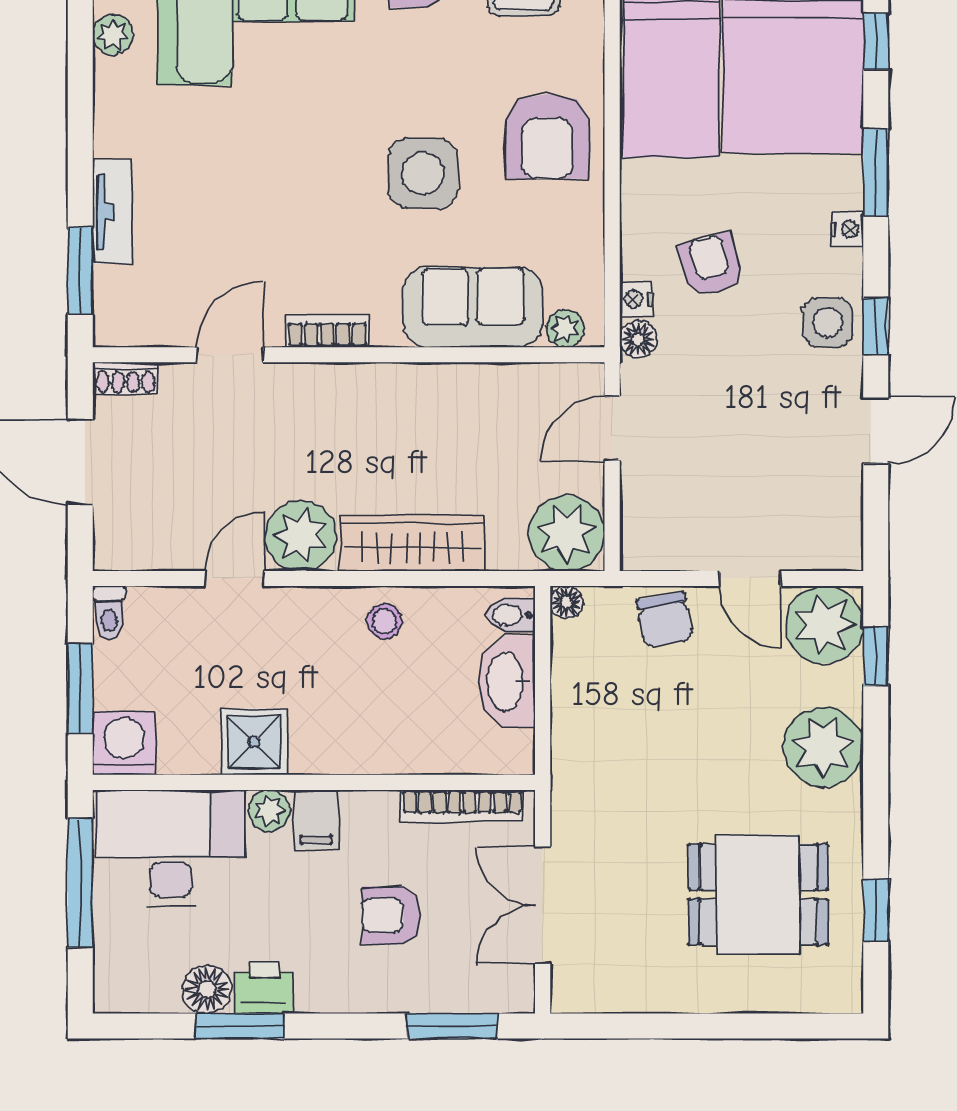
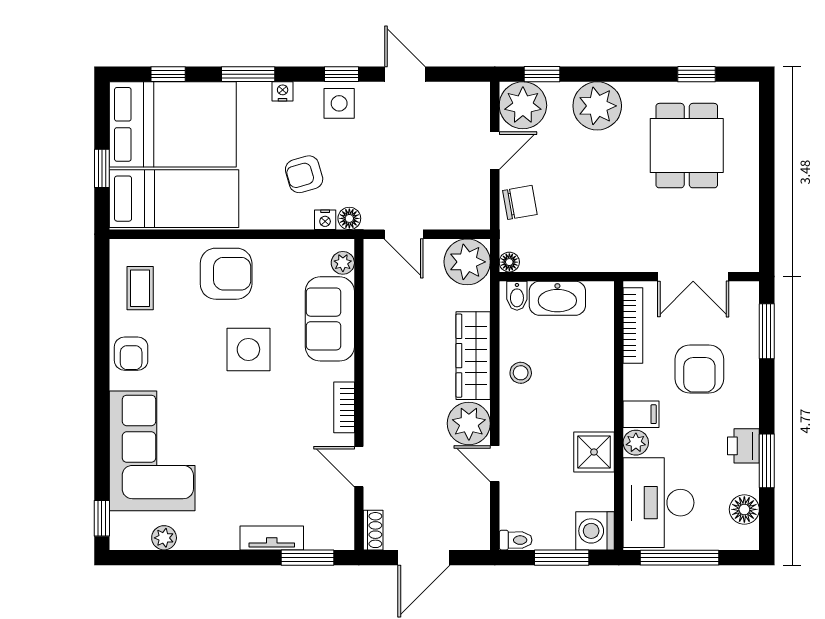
armchair: (391, 915) -> (699, 369), width x1.38, depth x1.38
floor lamp: (207, 989) -> (744, 509), moved

